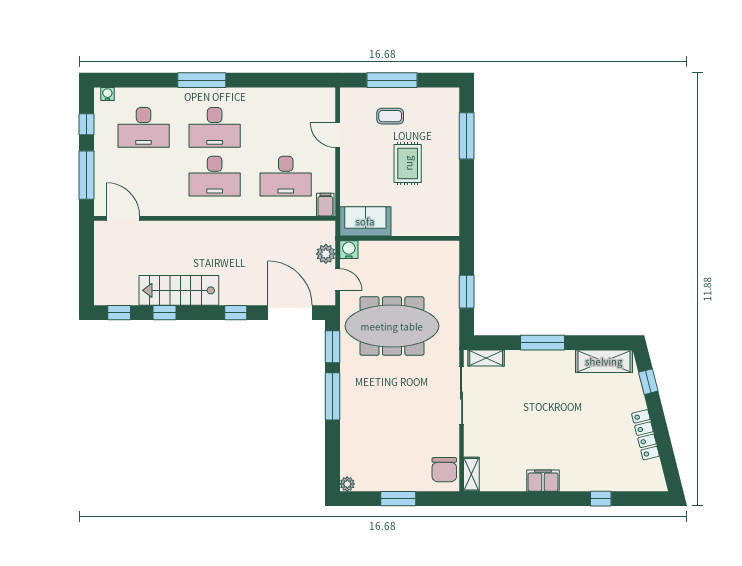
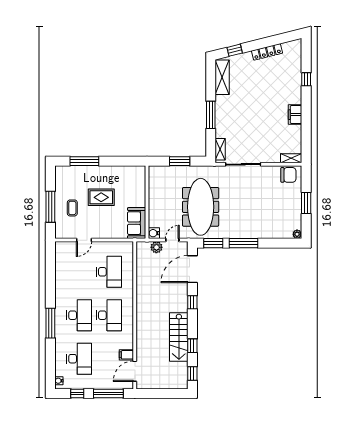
filing cabinet: (325, 205) -> (126, 355), moved

